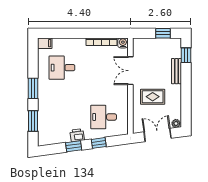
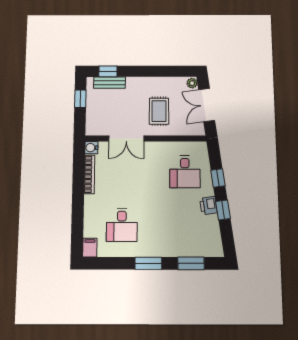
bench: (176, 71) -> (110, 83), moved

